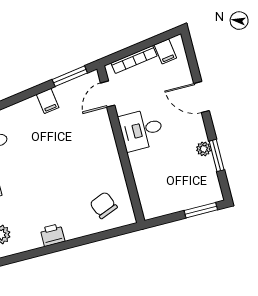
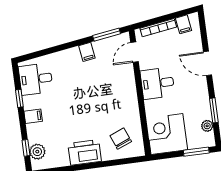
plant: (204, 149) -> (207, 126), moved
corner desk: (161, 192) -> (167, 134), added
printer: (52, 235) -> (85, 152), width x1.87, depth x1.48

